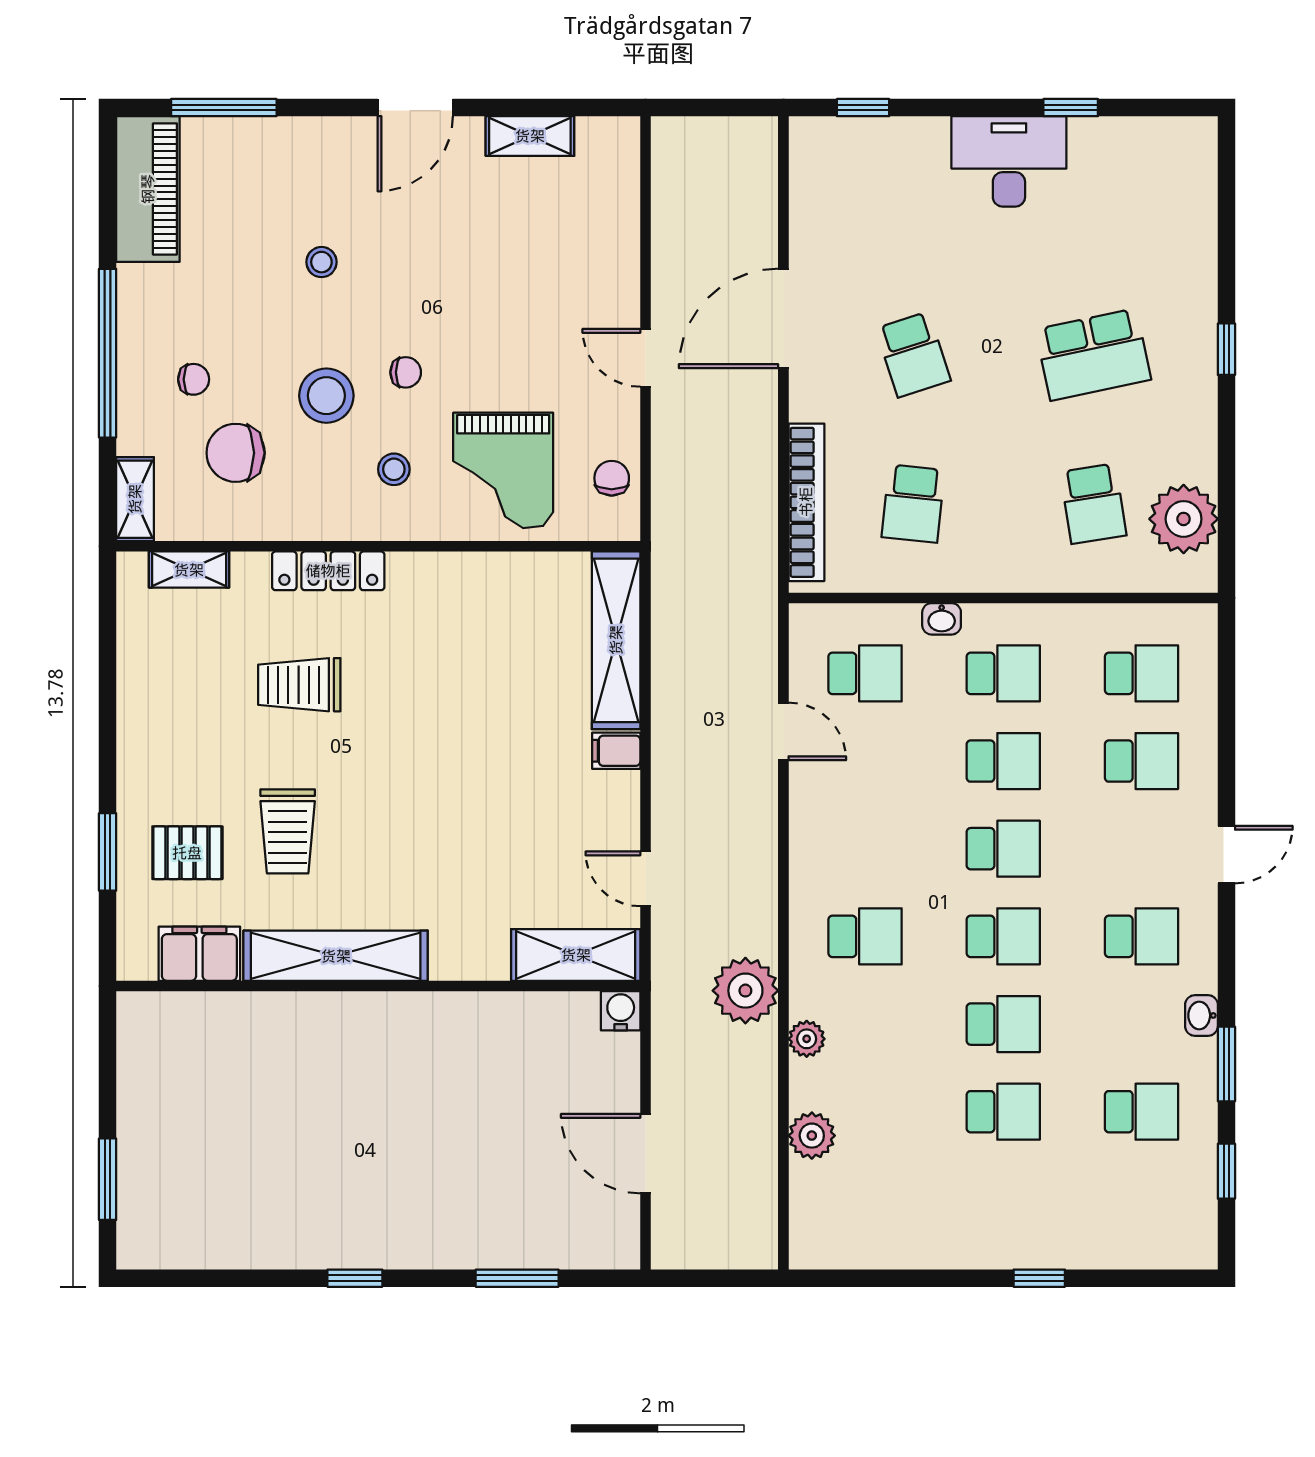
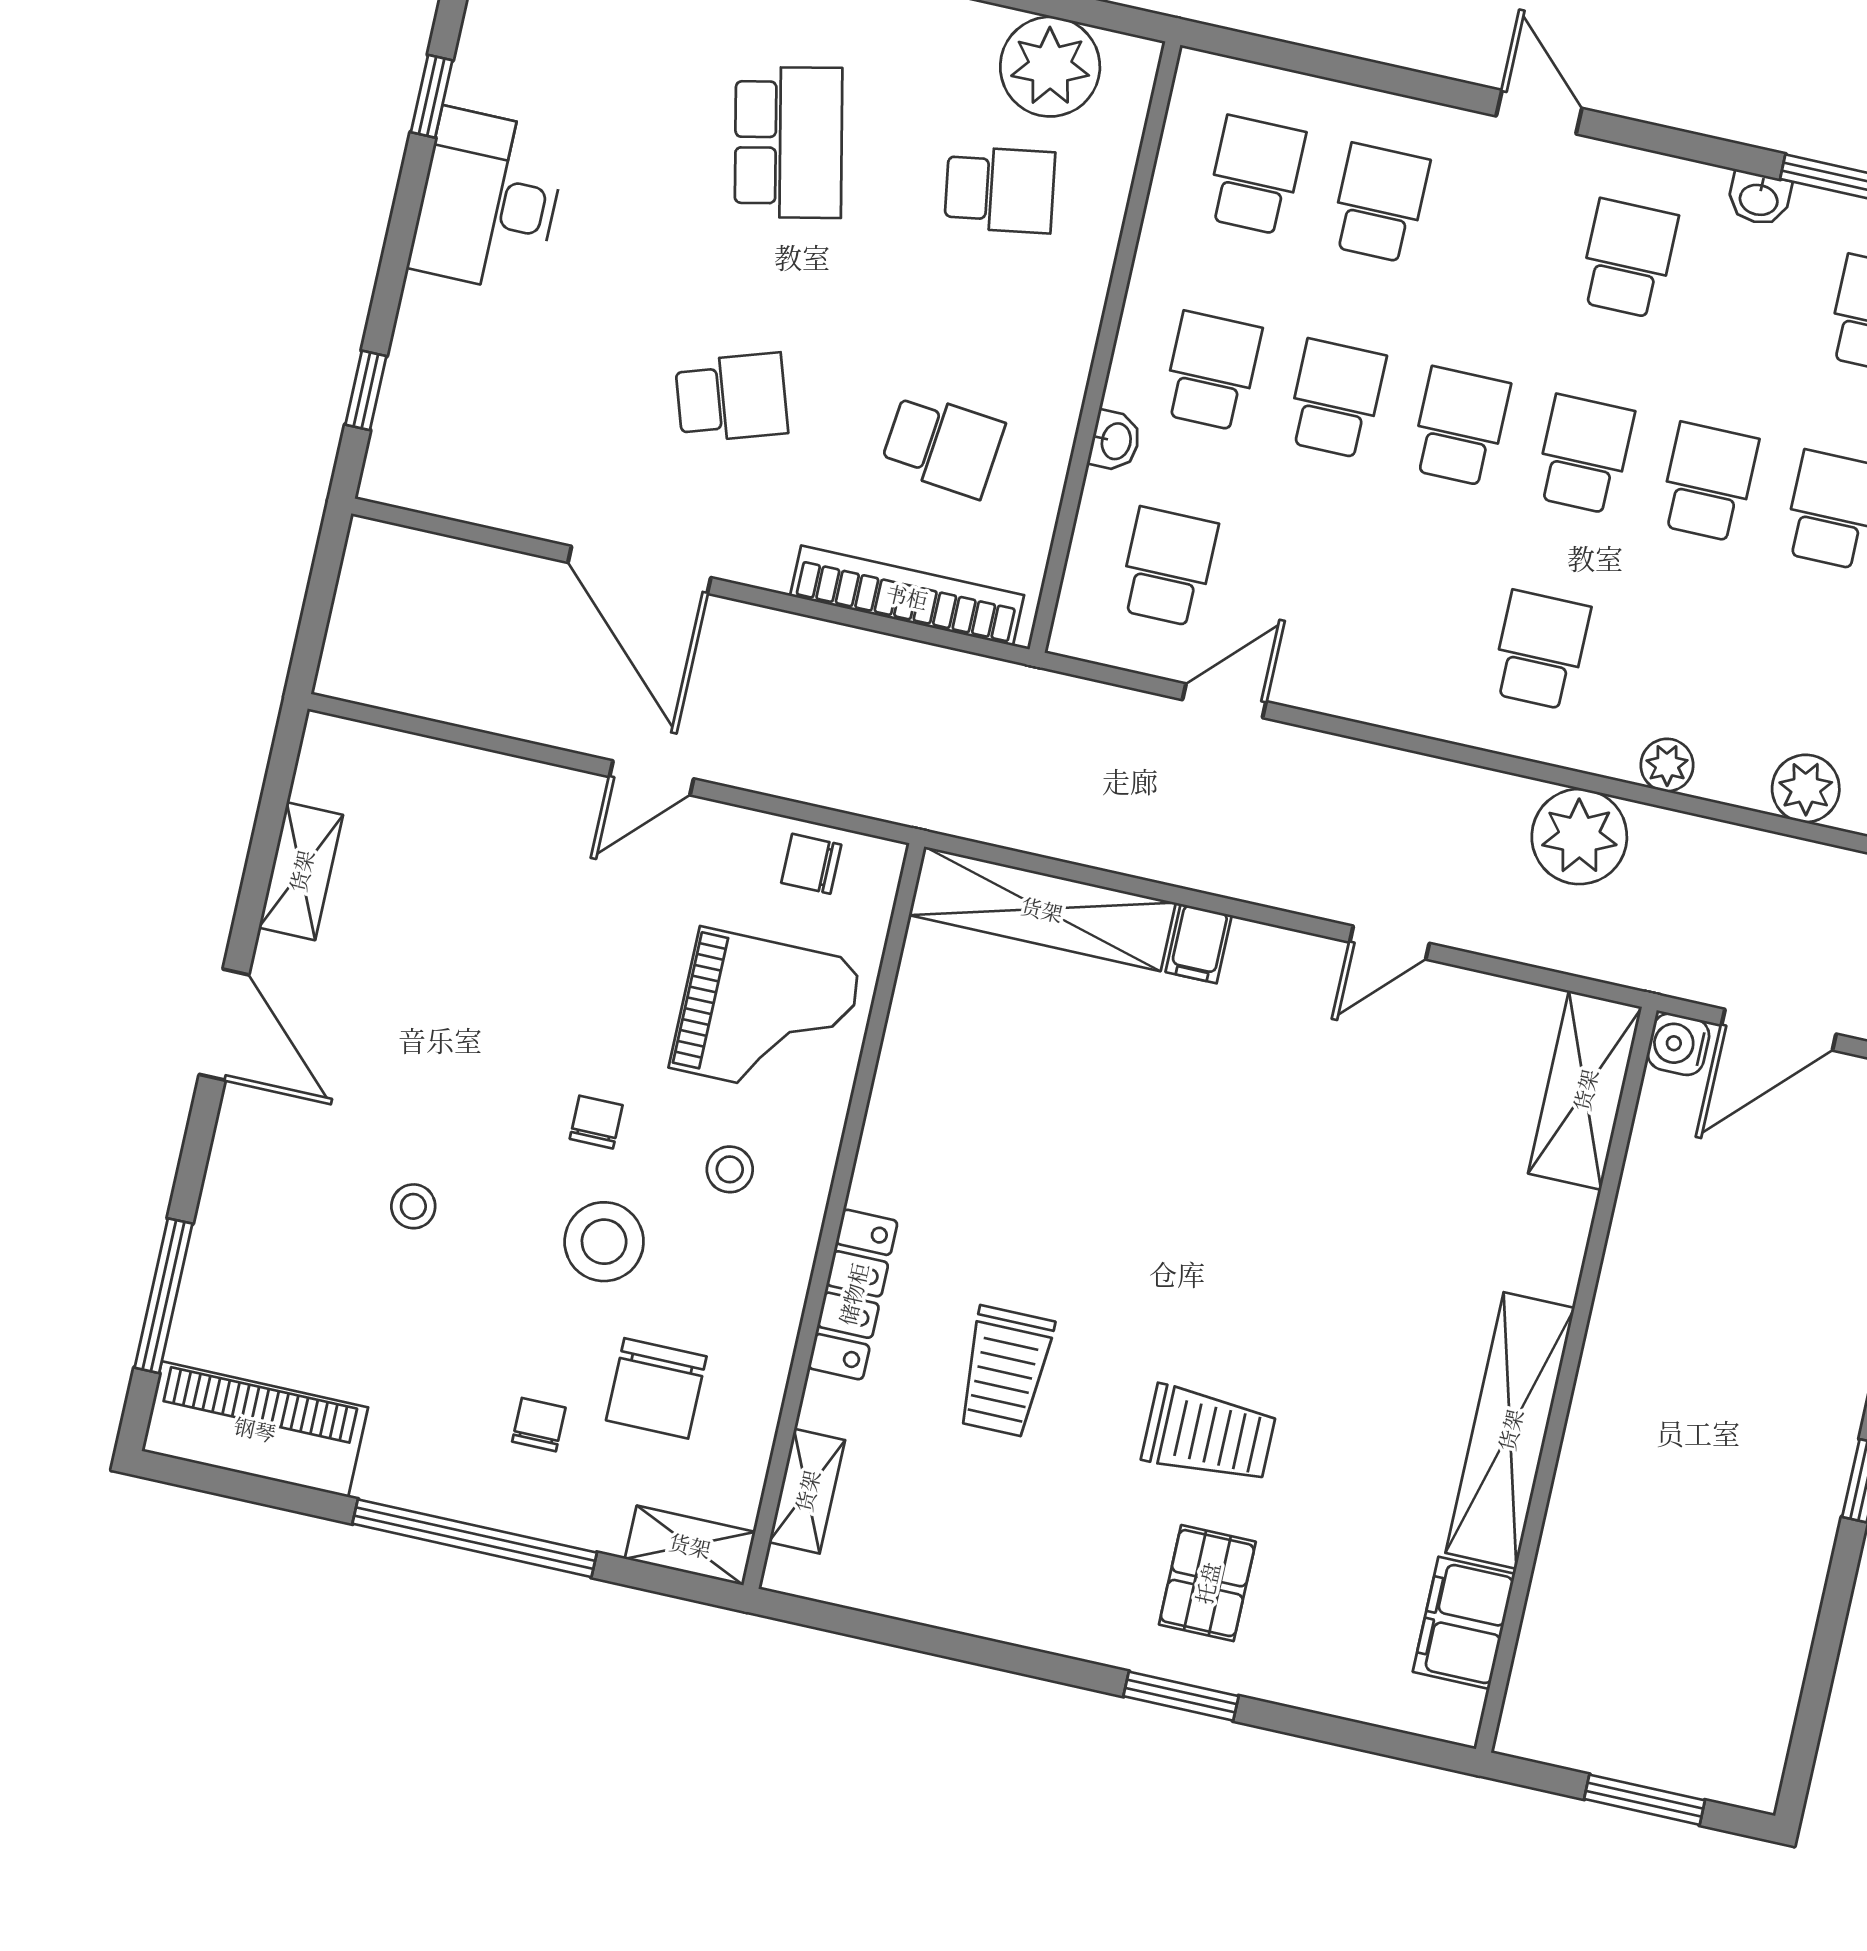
filing cabinet: (199, 954) -> (1464, 1623), moved
shelving: (576, 955) -> (1585, 1090), moved
shelving: (336, 956) -> (1510, 1430), moved
wall: (378, 986) -> (1566, 1380), moved
water cooler: (621, 1011) -> (1678, 1044), moved

